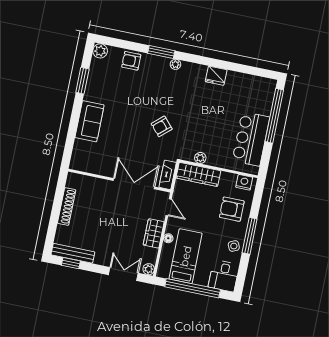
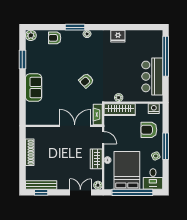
bed: (186, 256) -> (127, 170), width x1.50

